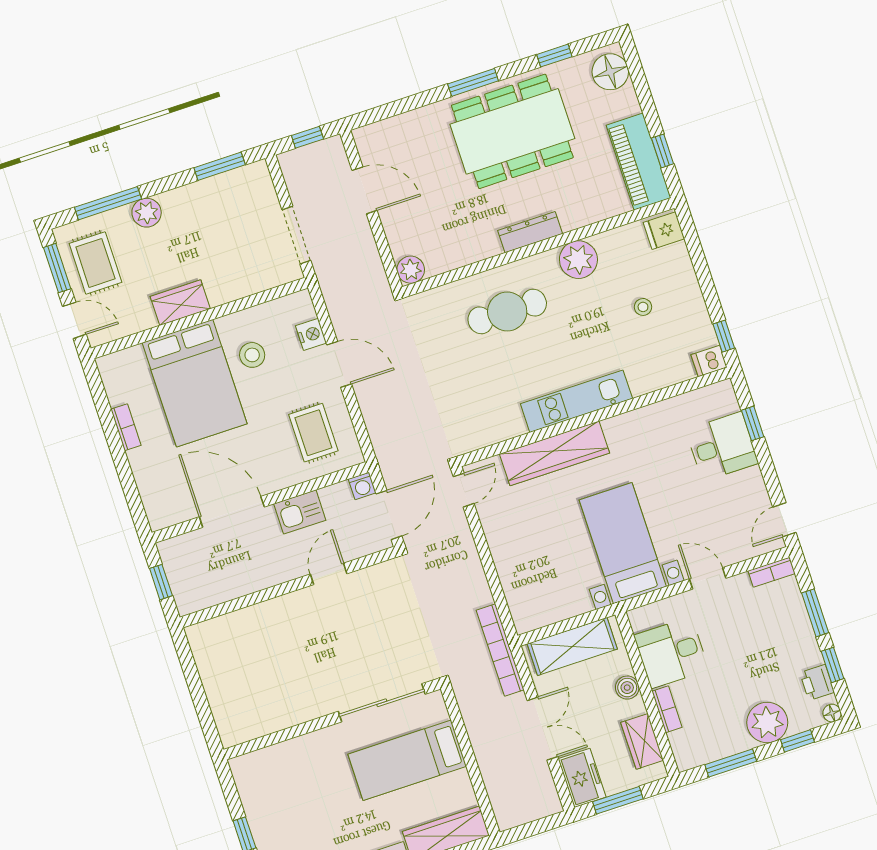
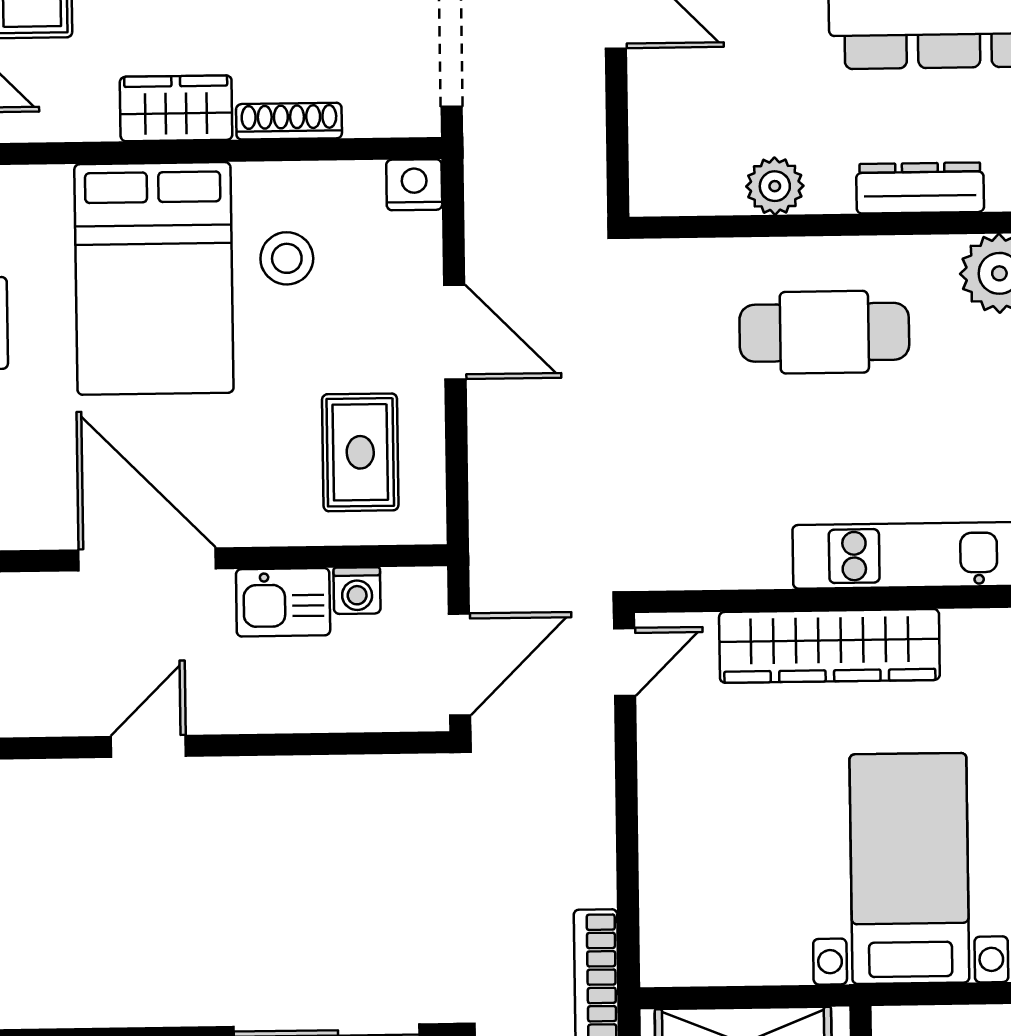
plant: (411, 270) -> (775, 186), moved
shoe rack: (233, 292) -> (289, 121), added
nightstand: (311, 334) -> (414, 185), moved, turned -90
washing machine: (362, 486) -> (357, 591), moved
door: (329, 574) -> (148, 746), moved

